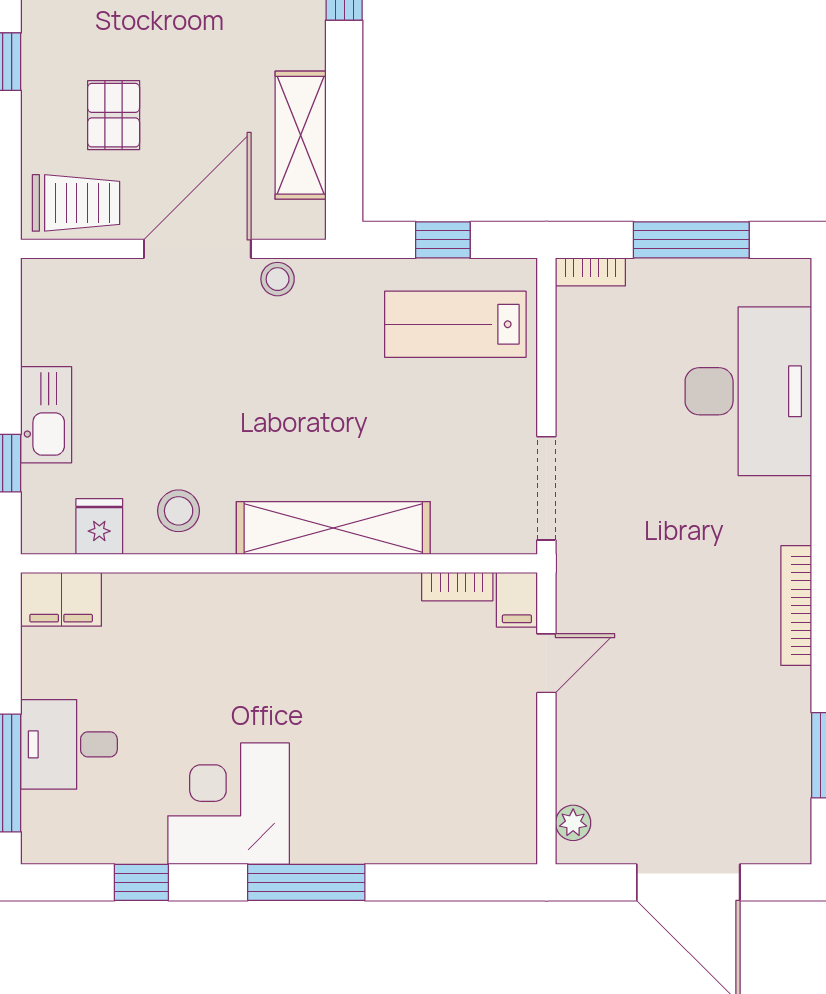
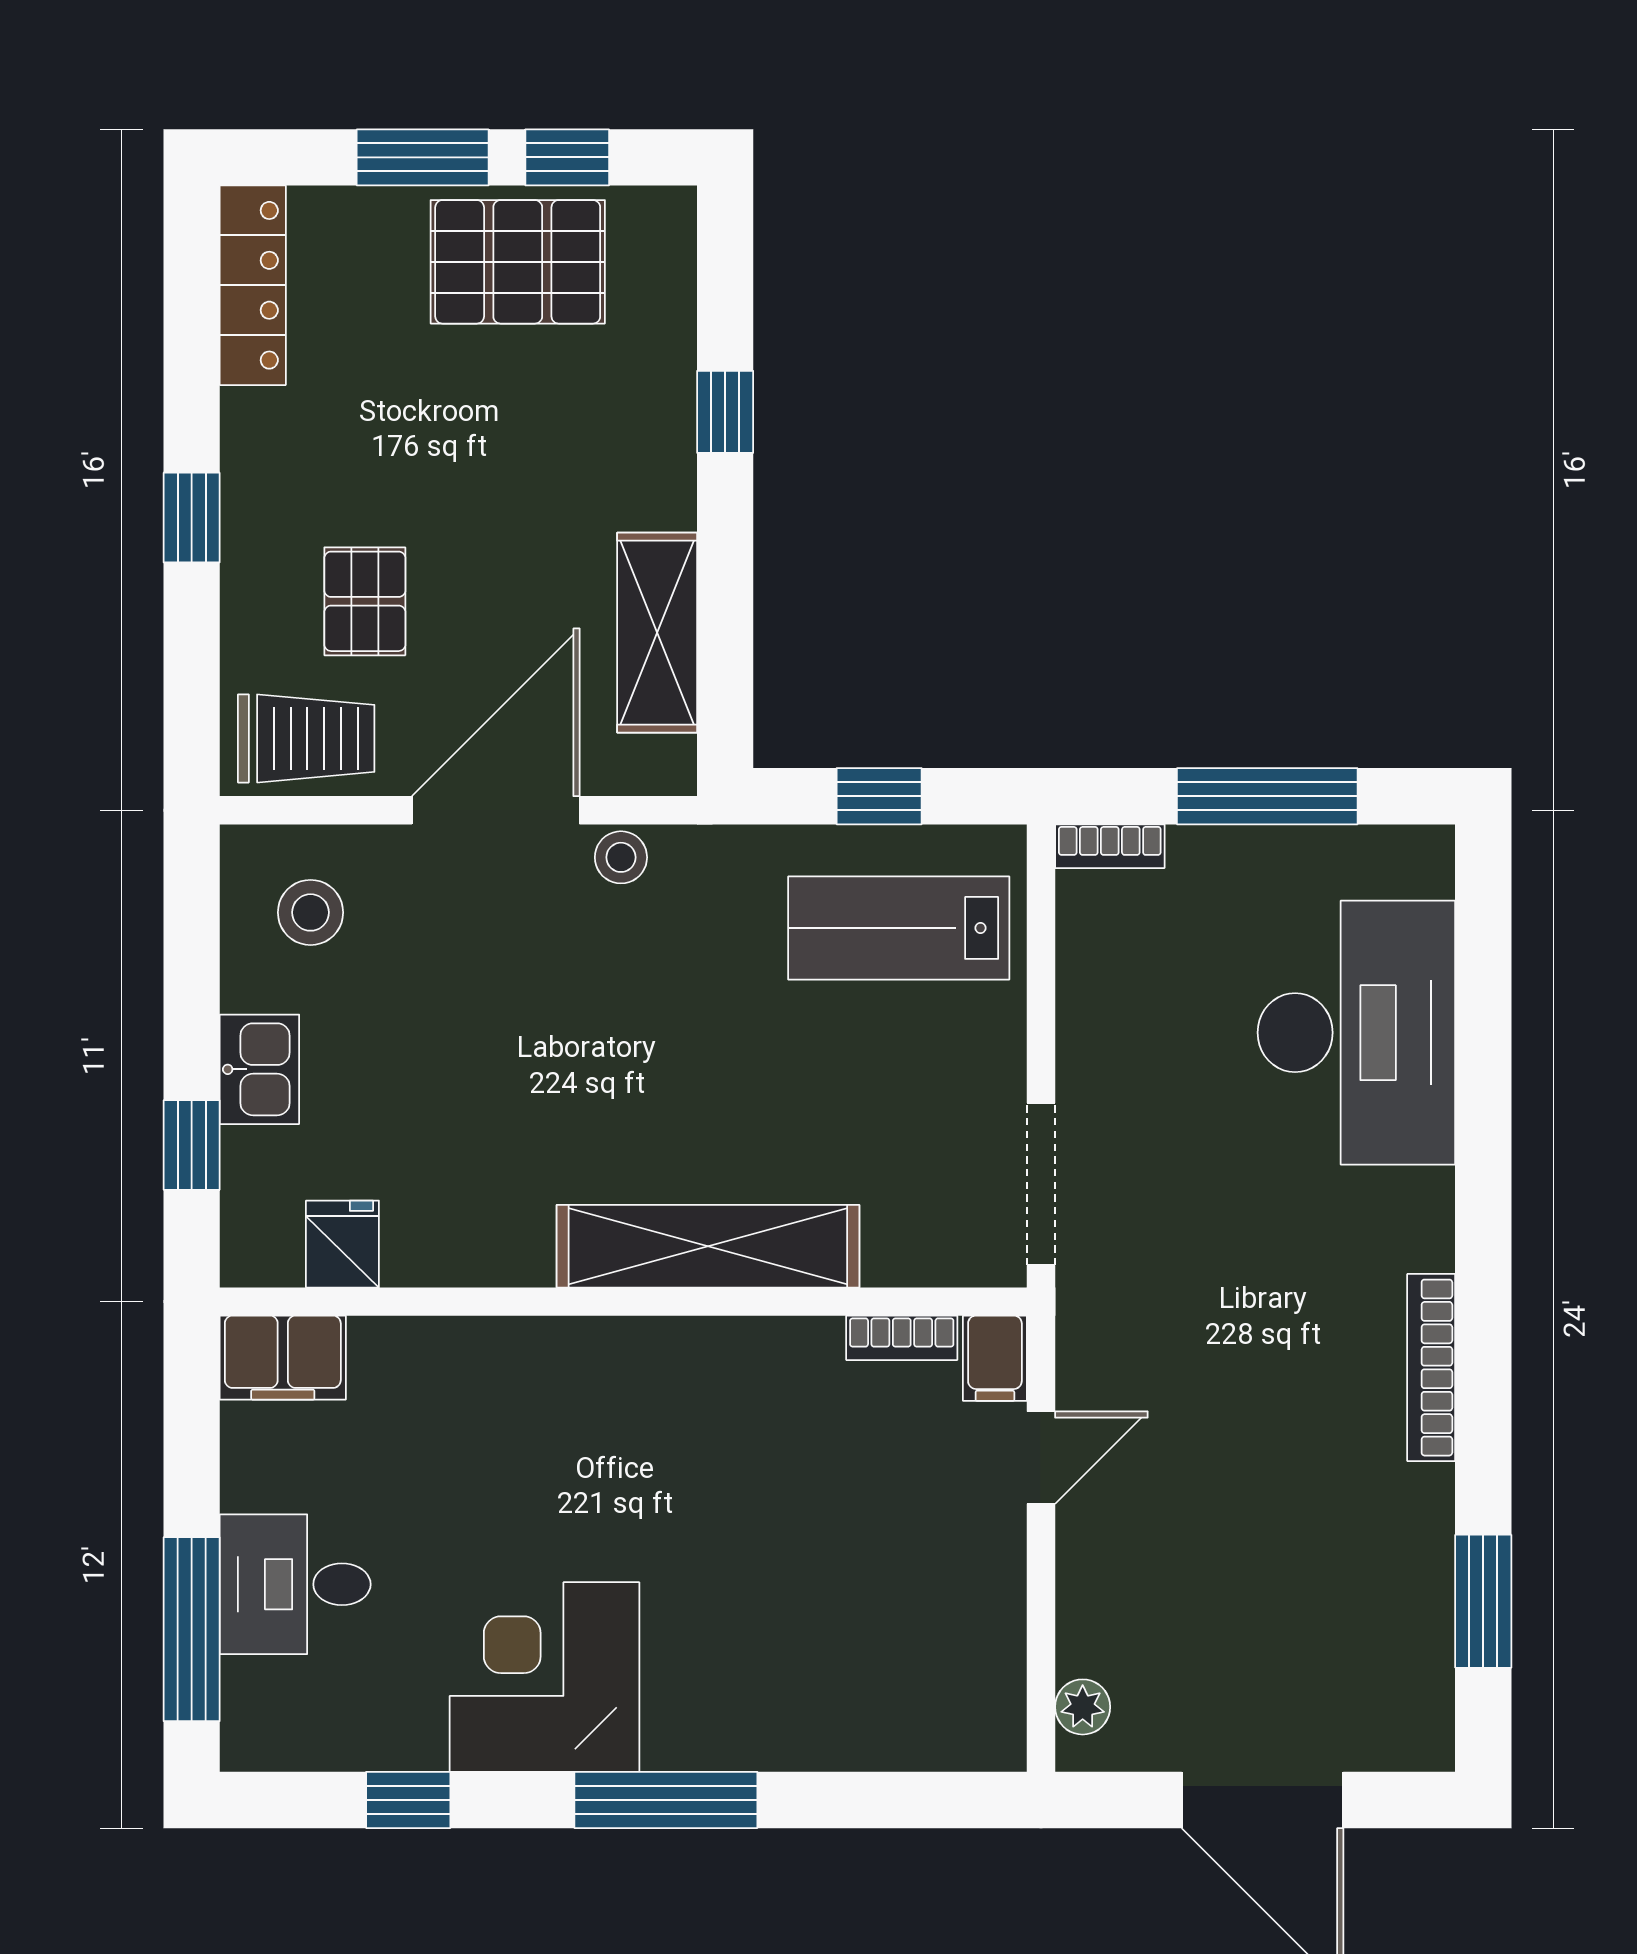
kitchen sink: (46, 415) -> (259, 1069), width x0.73
stool: (179, 511) -> (311, 912), moved

